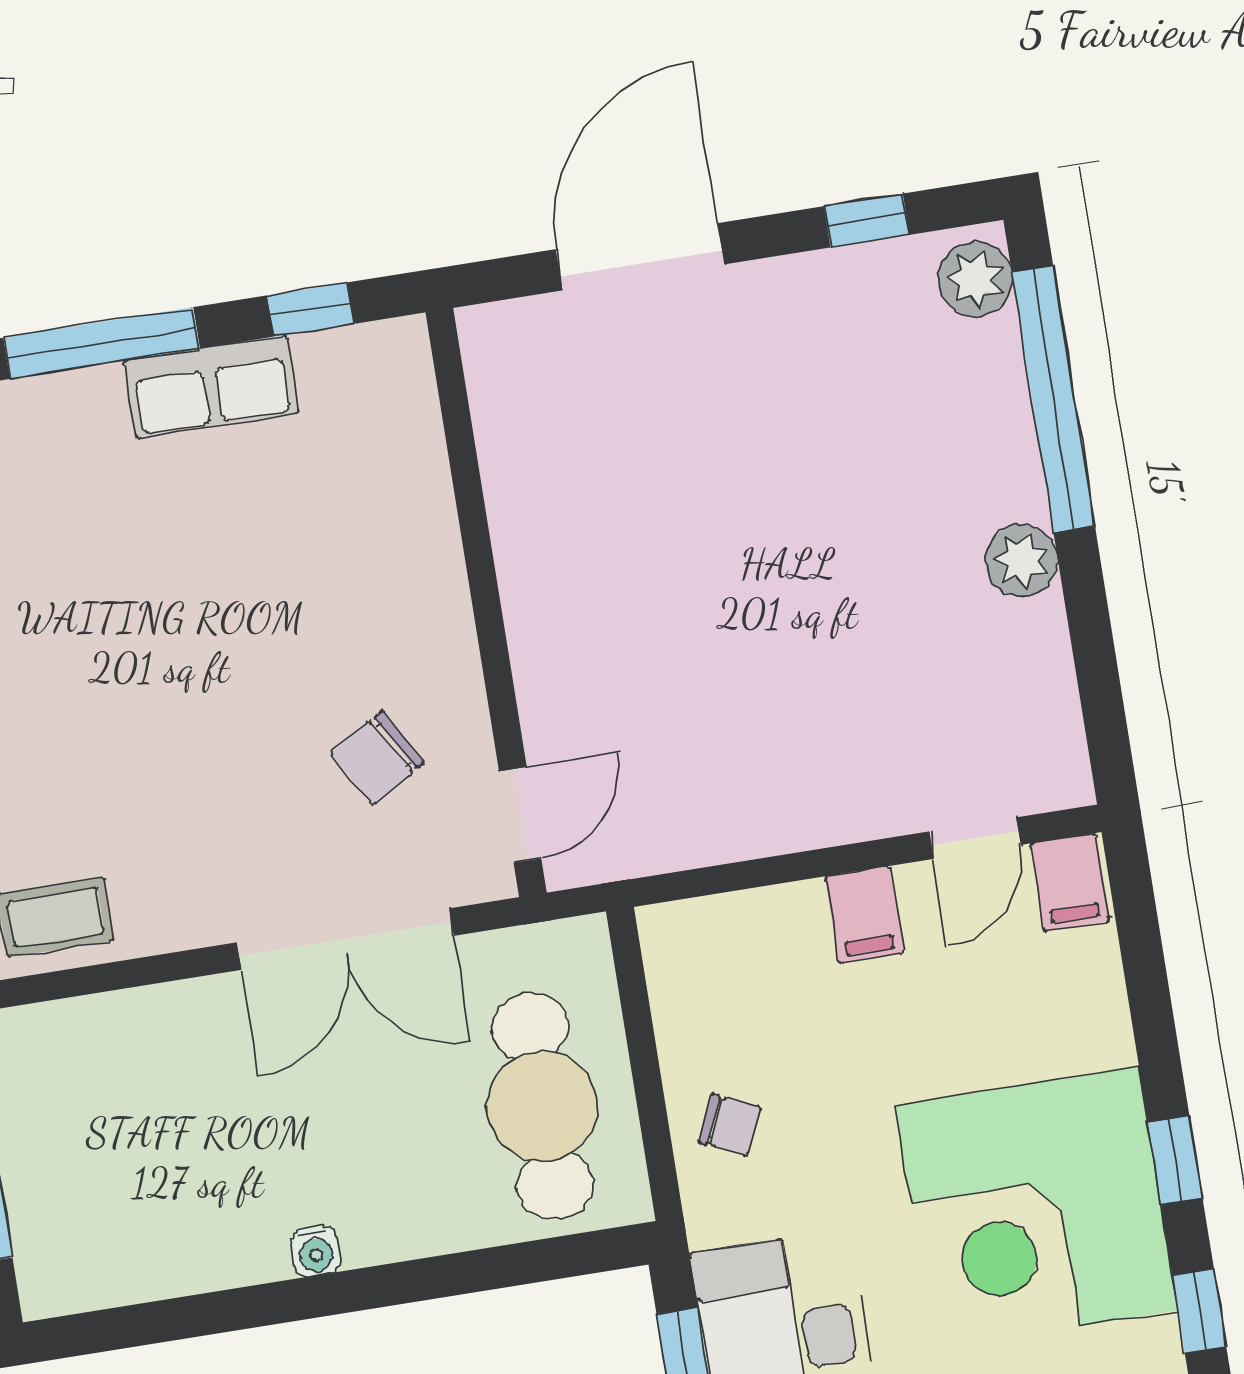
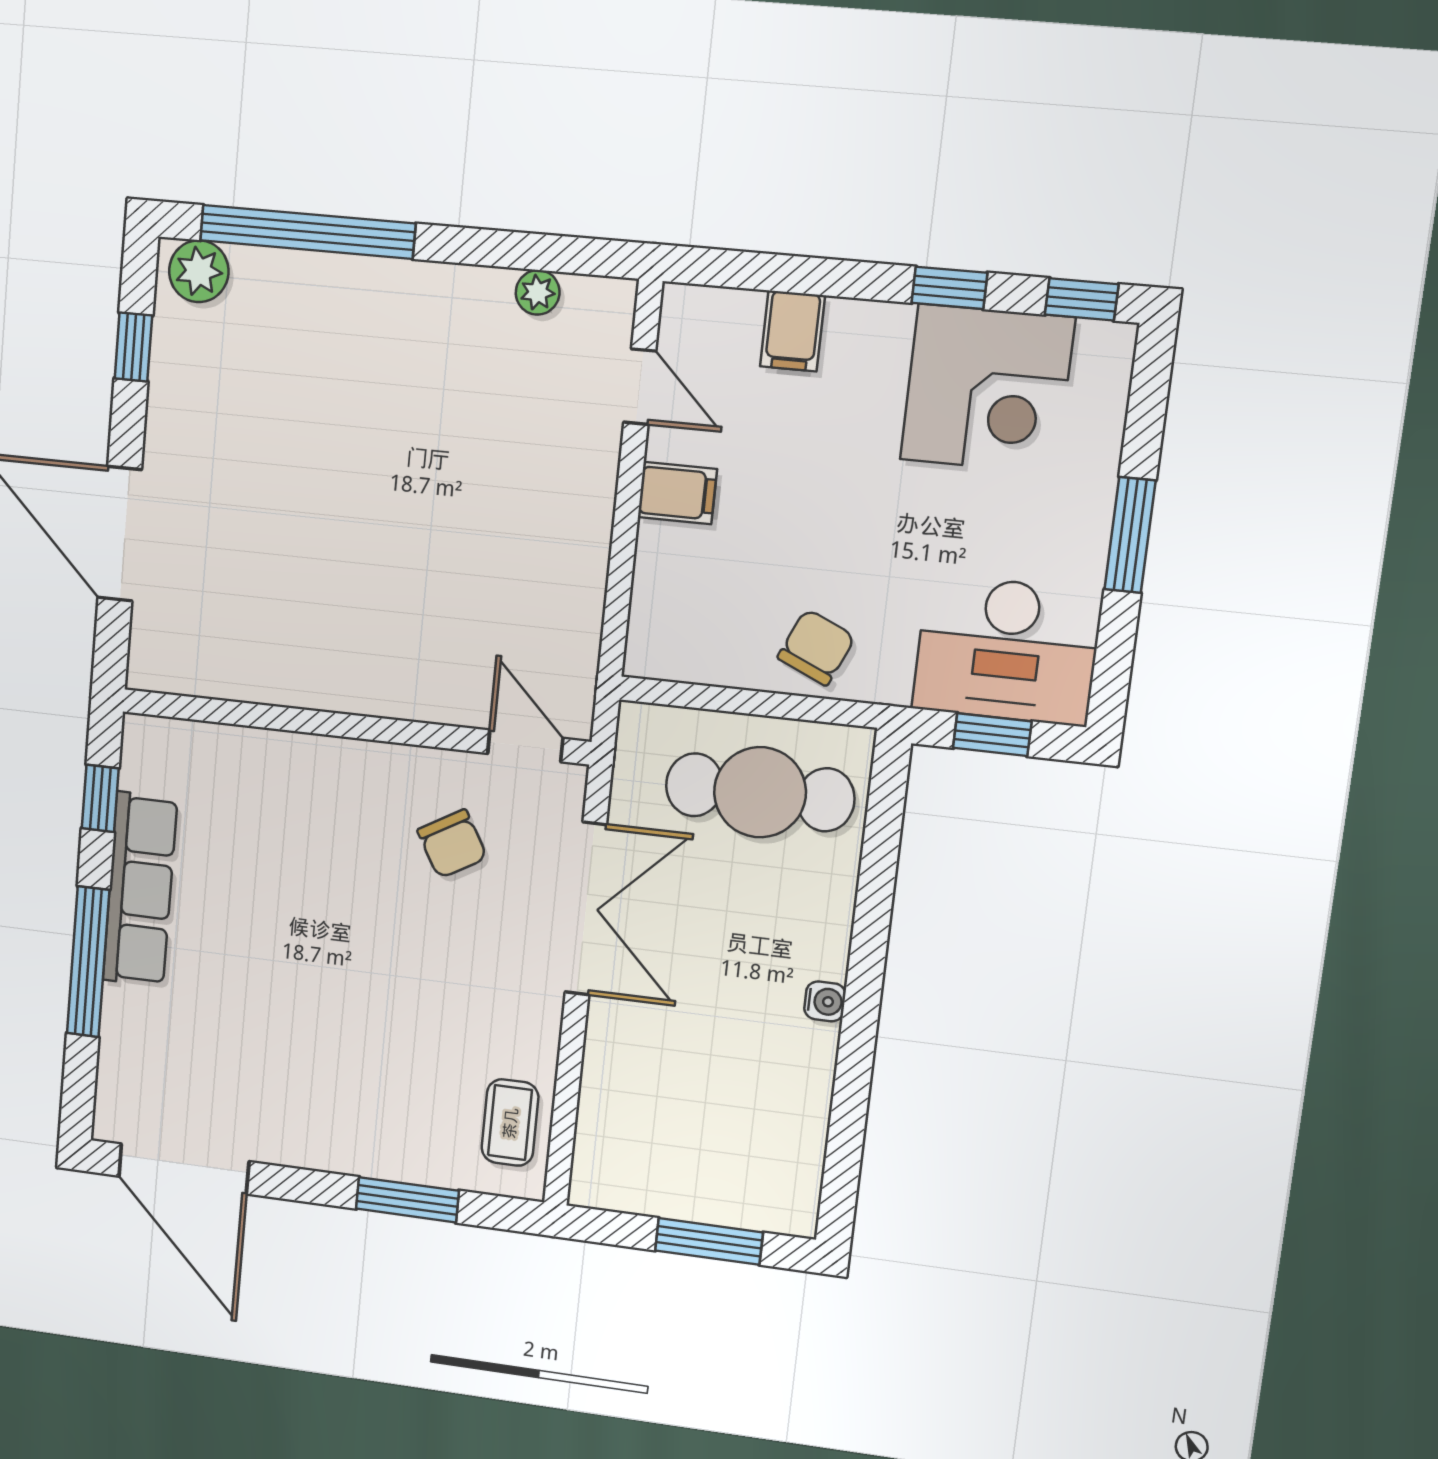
row of seats: (211, 387) -> (140, 889), width x1.48
plant: (1021, 560) -> (538, 292), moved, width x0.73, depth x0.73
filing cabinet: (1070, 882) -> (793, 331), moved, turned 90
chair: (730, 1125) -> (816, 647), width x1.37, depth x1.37
corner desk: (1037, 1208) -> (987, 389), width x0.74, depth x0.74

